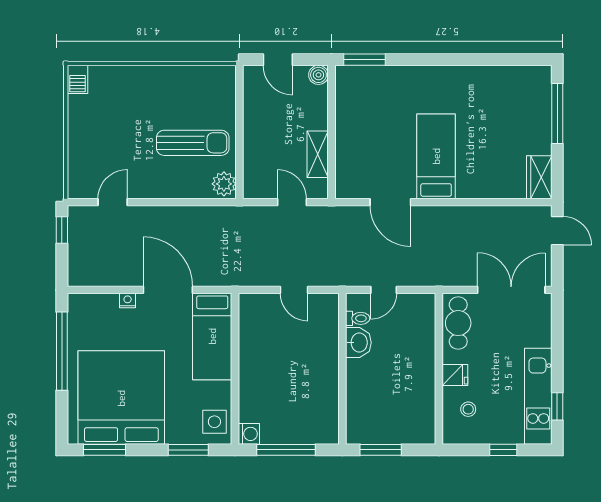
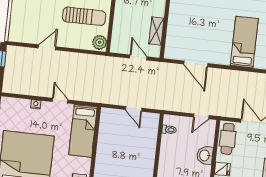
bed: (436, 156) -> (244, 42), moved
door: (113, 202) -> (47, 47), moved
door: (168, 290) -> (60, 101), width x0.53
door: (384, 290) -> (201, 116), moved
washbasin: (358, 343) -> (205, 155), moved, turned 180

